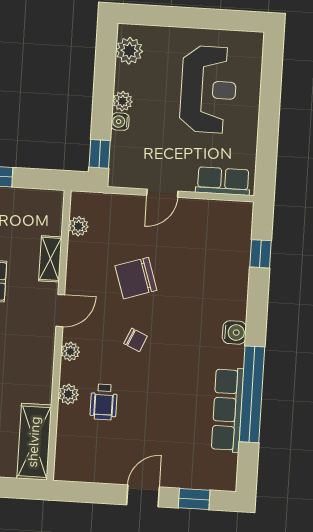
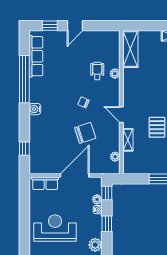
reception desk: (208, 89) -> (55, 228), turned 90
window: (103, 92) -> (107, 224), added
plant: (123, 101) -> (97, 199), moved
door: (162, 193) -> (75, 176), width x1.87
door: (60, 311) -> (121, 115), hinge flipped
plant: (70, 351) -> (115, 95), removed
row of seats: (228, 410) -> (36, 56), moved

